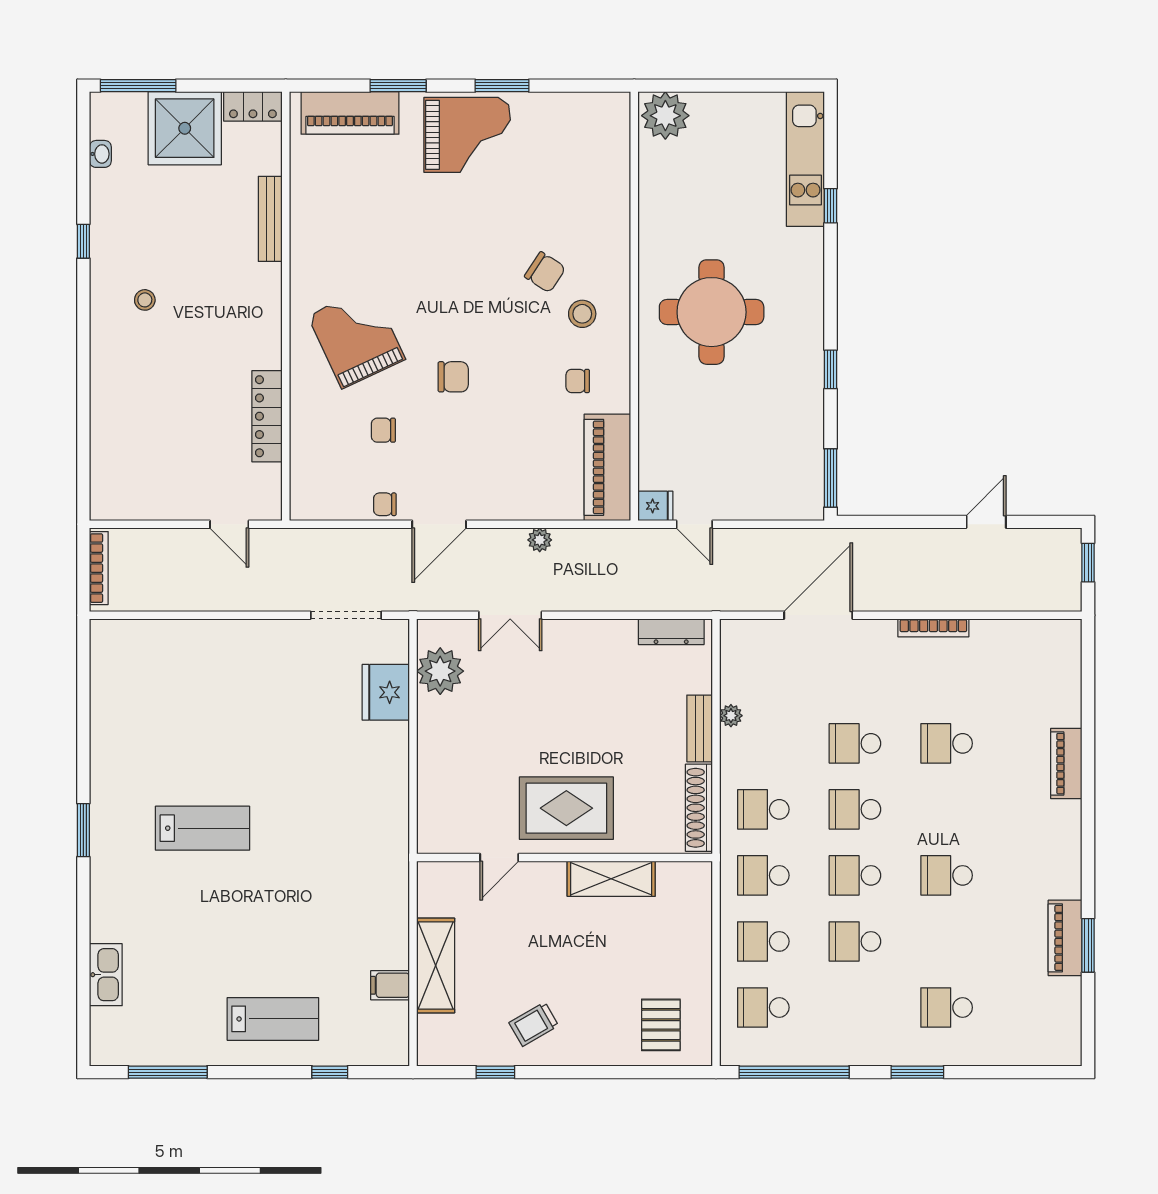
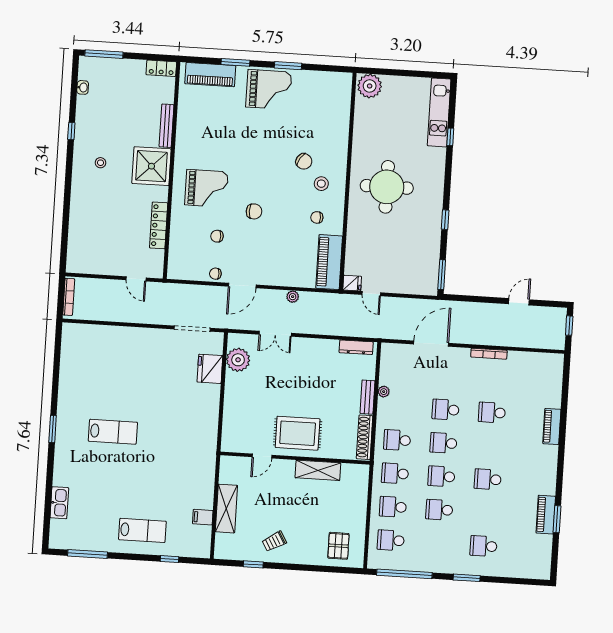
shower: (185, 128) -> (151, 166), moved
grand piano: (356, 337) -> (206, 188), turned 115

